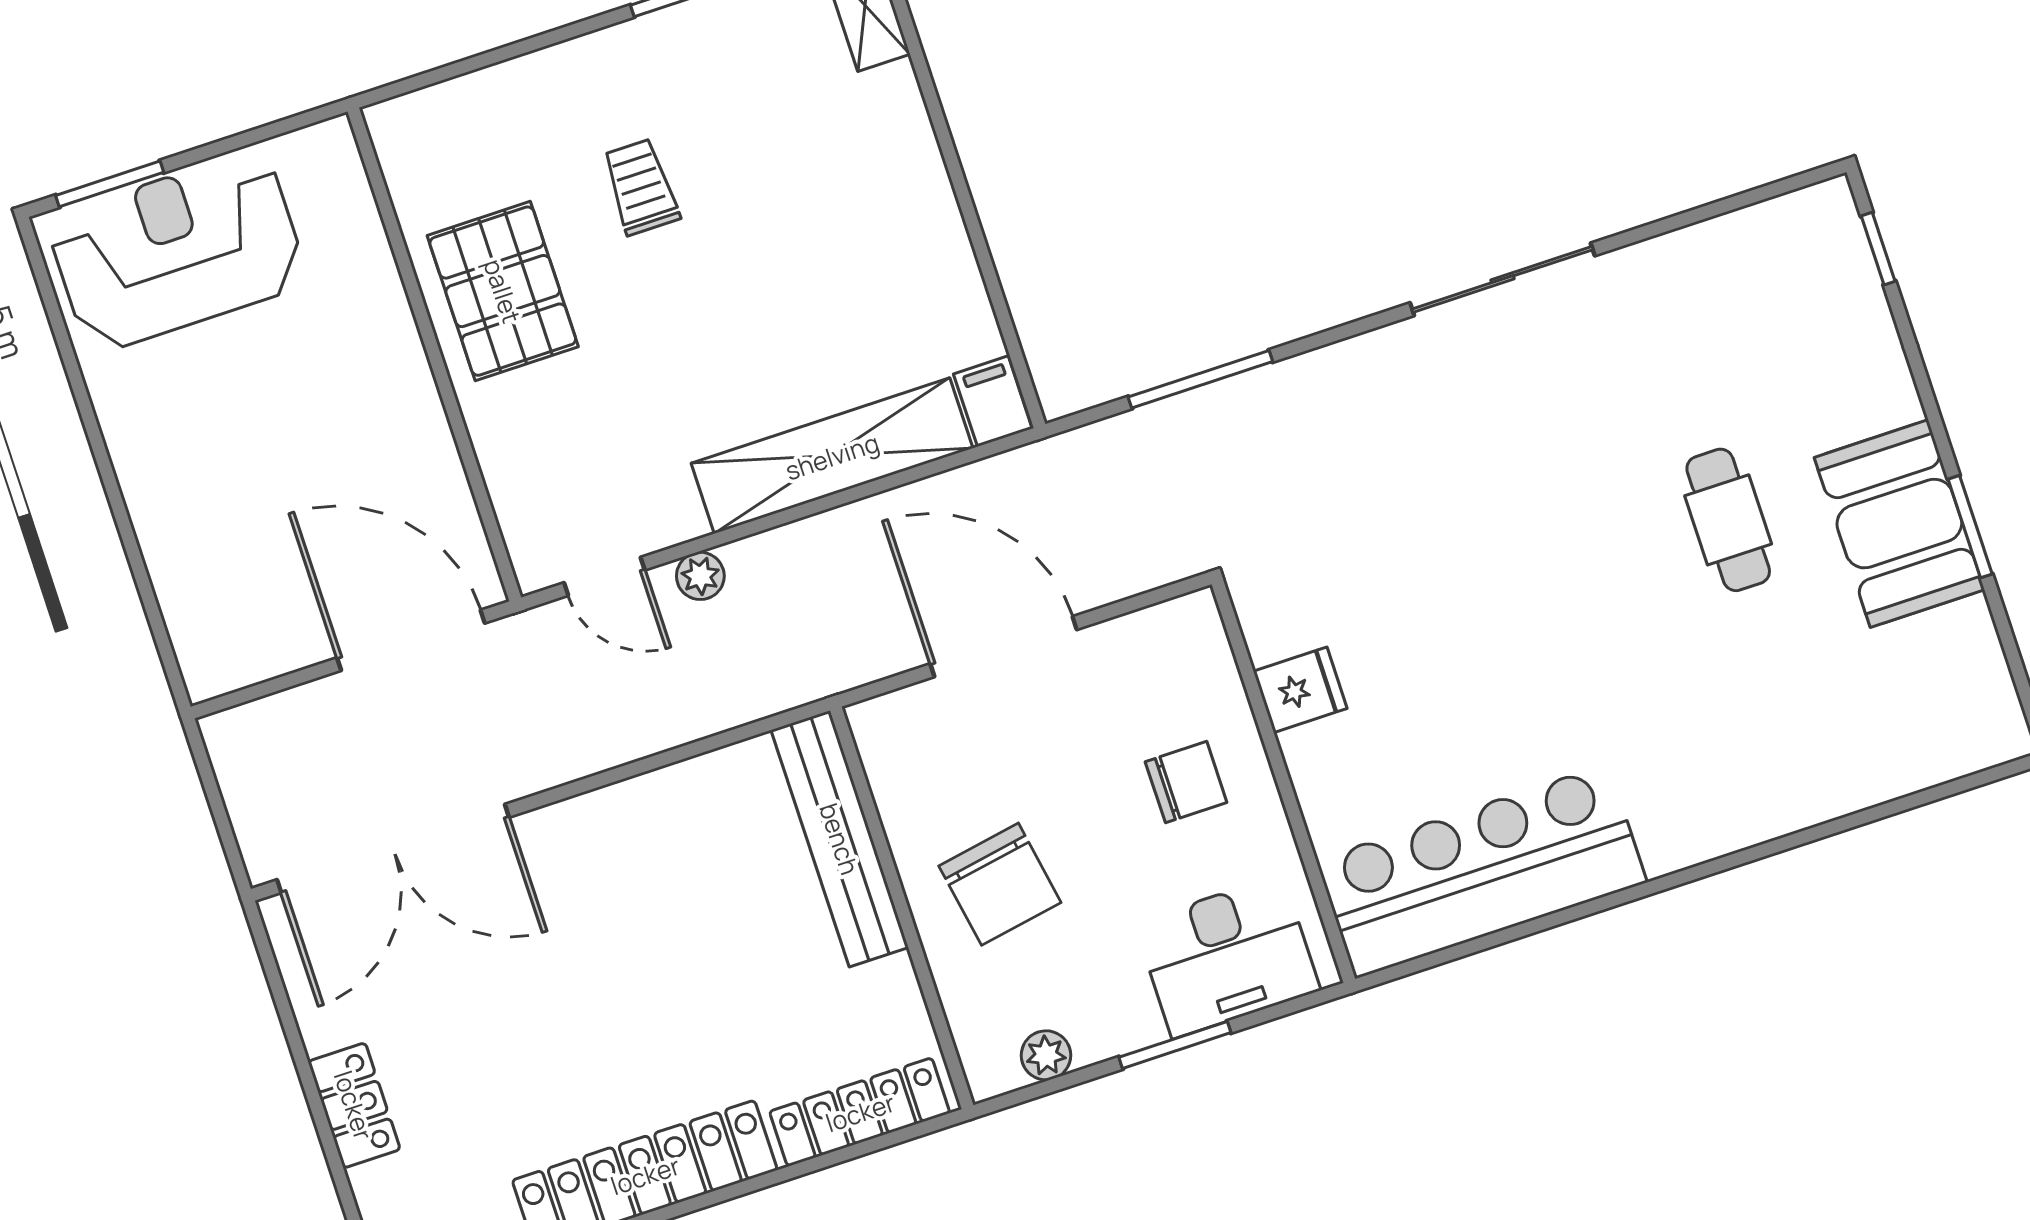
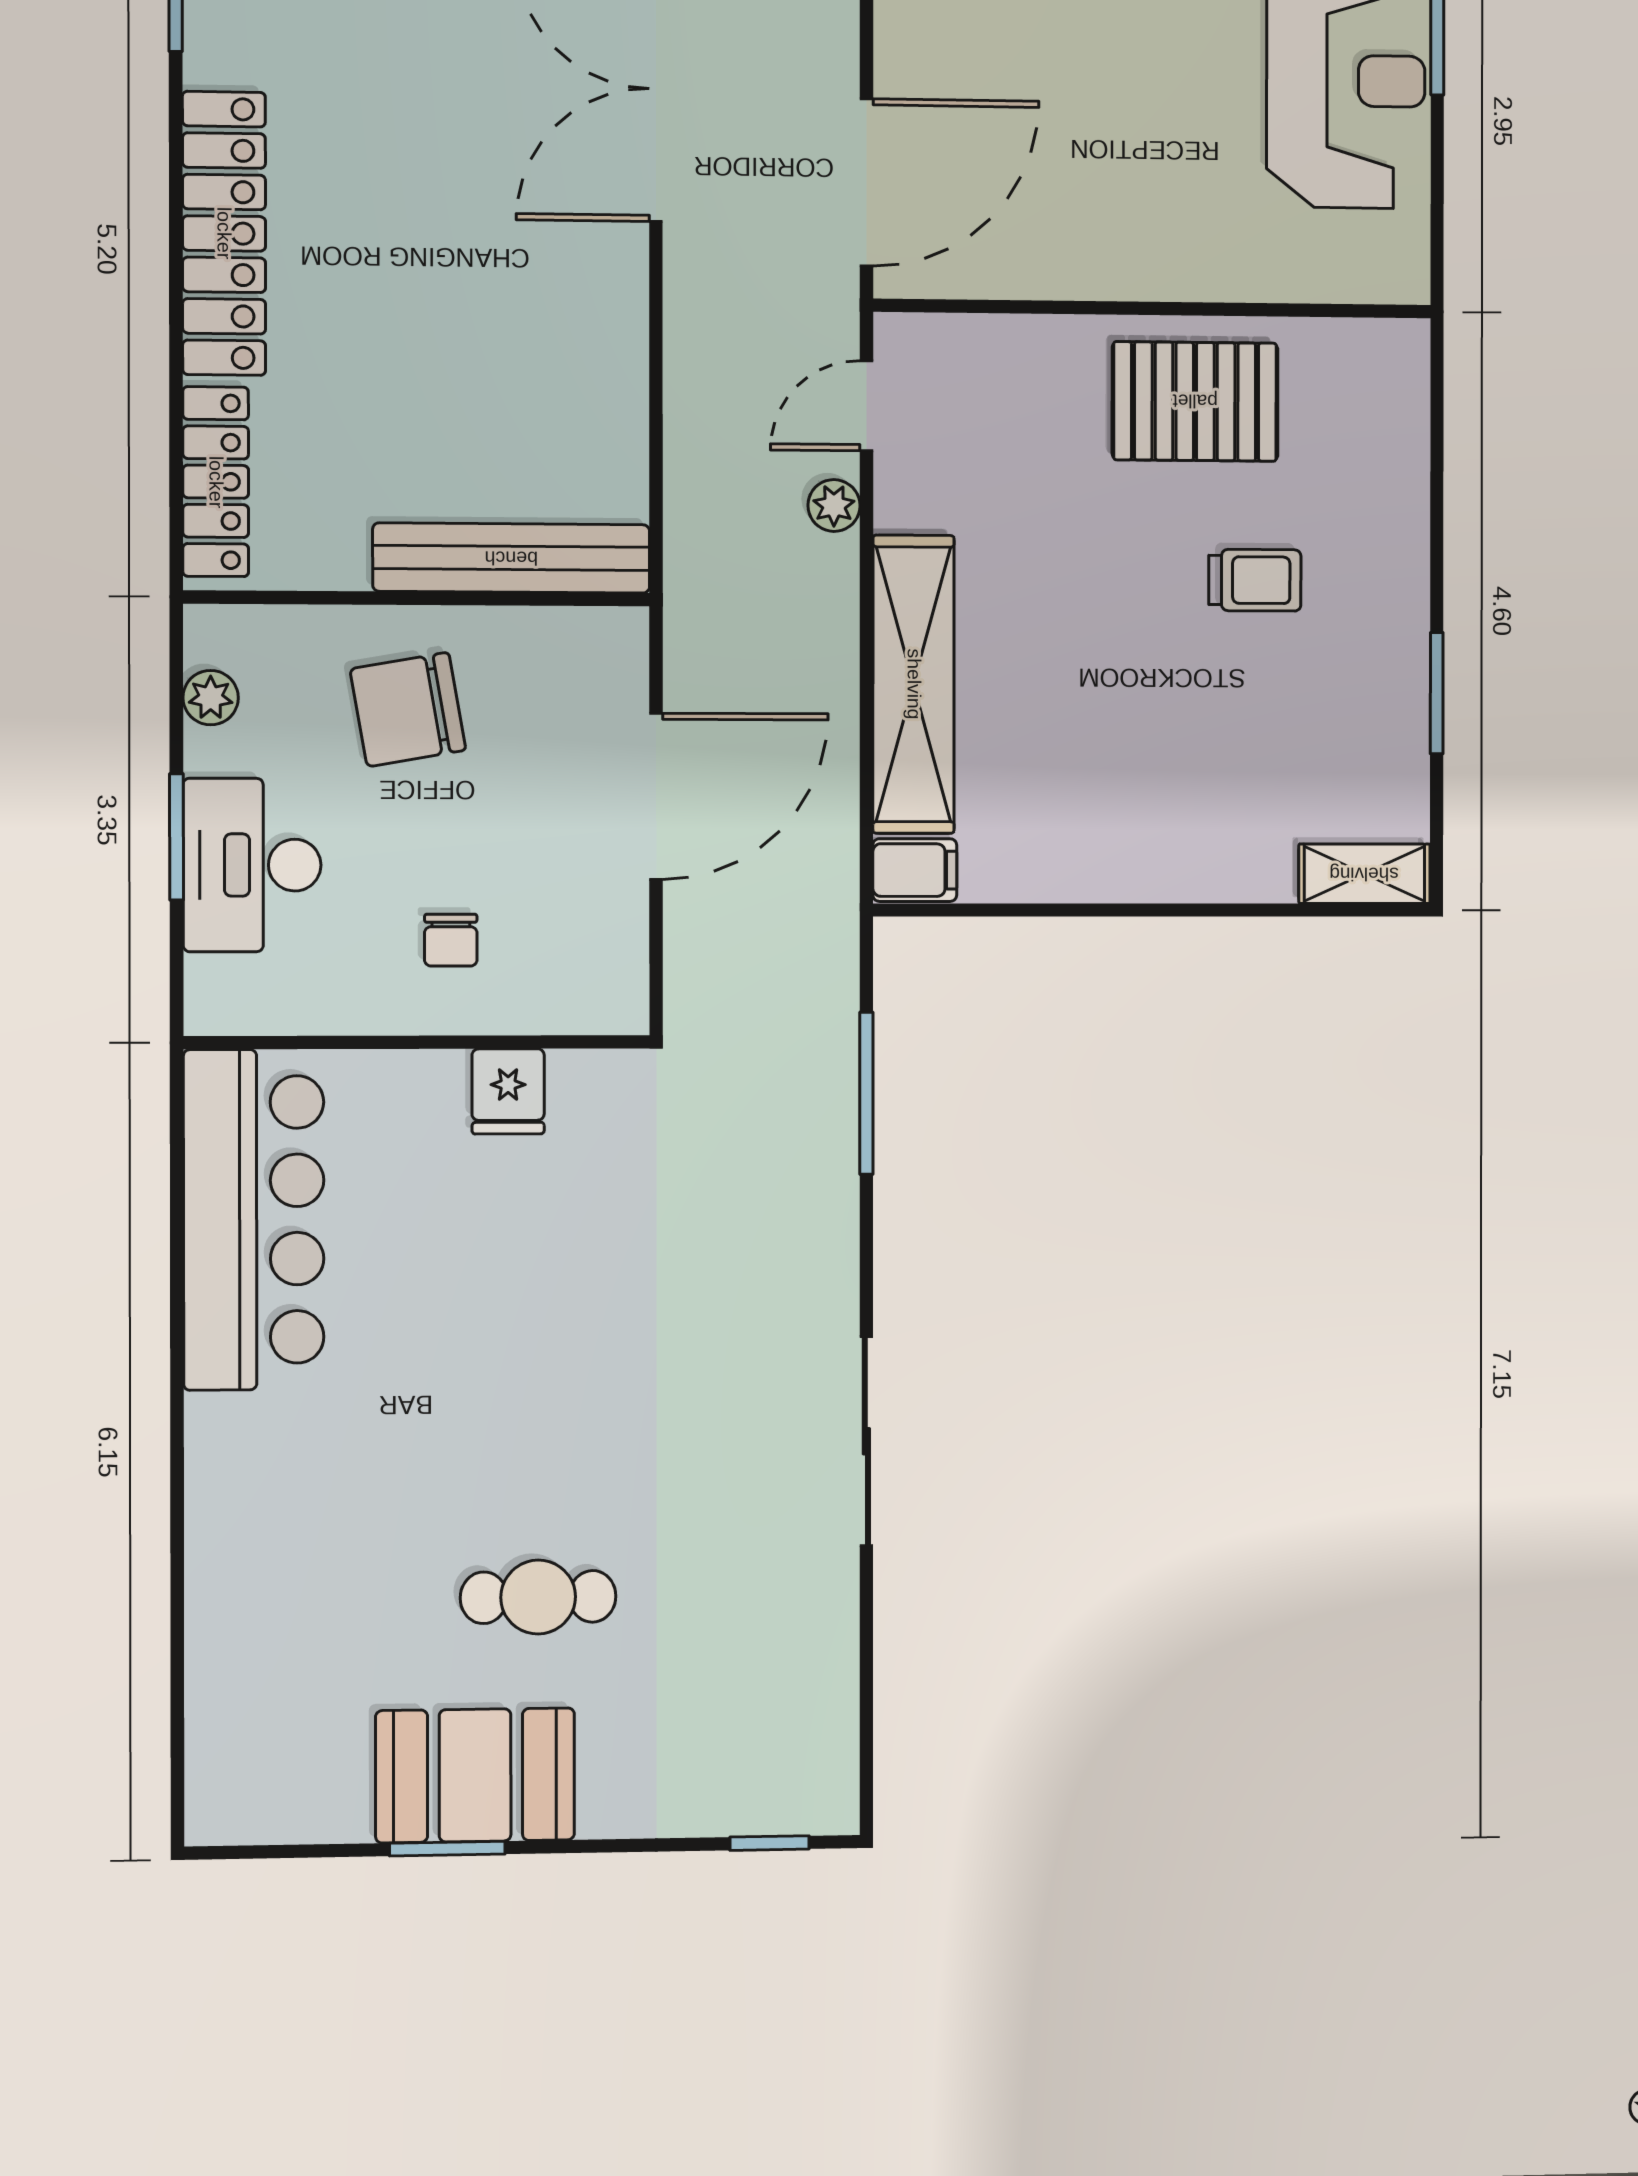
chair: (1186, 782) -> (451, 940), width x0.73, depth x0.73
desk: (1227, 956) -> (252, 865), moved

